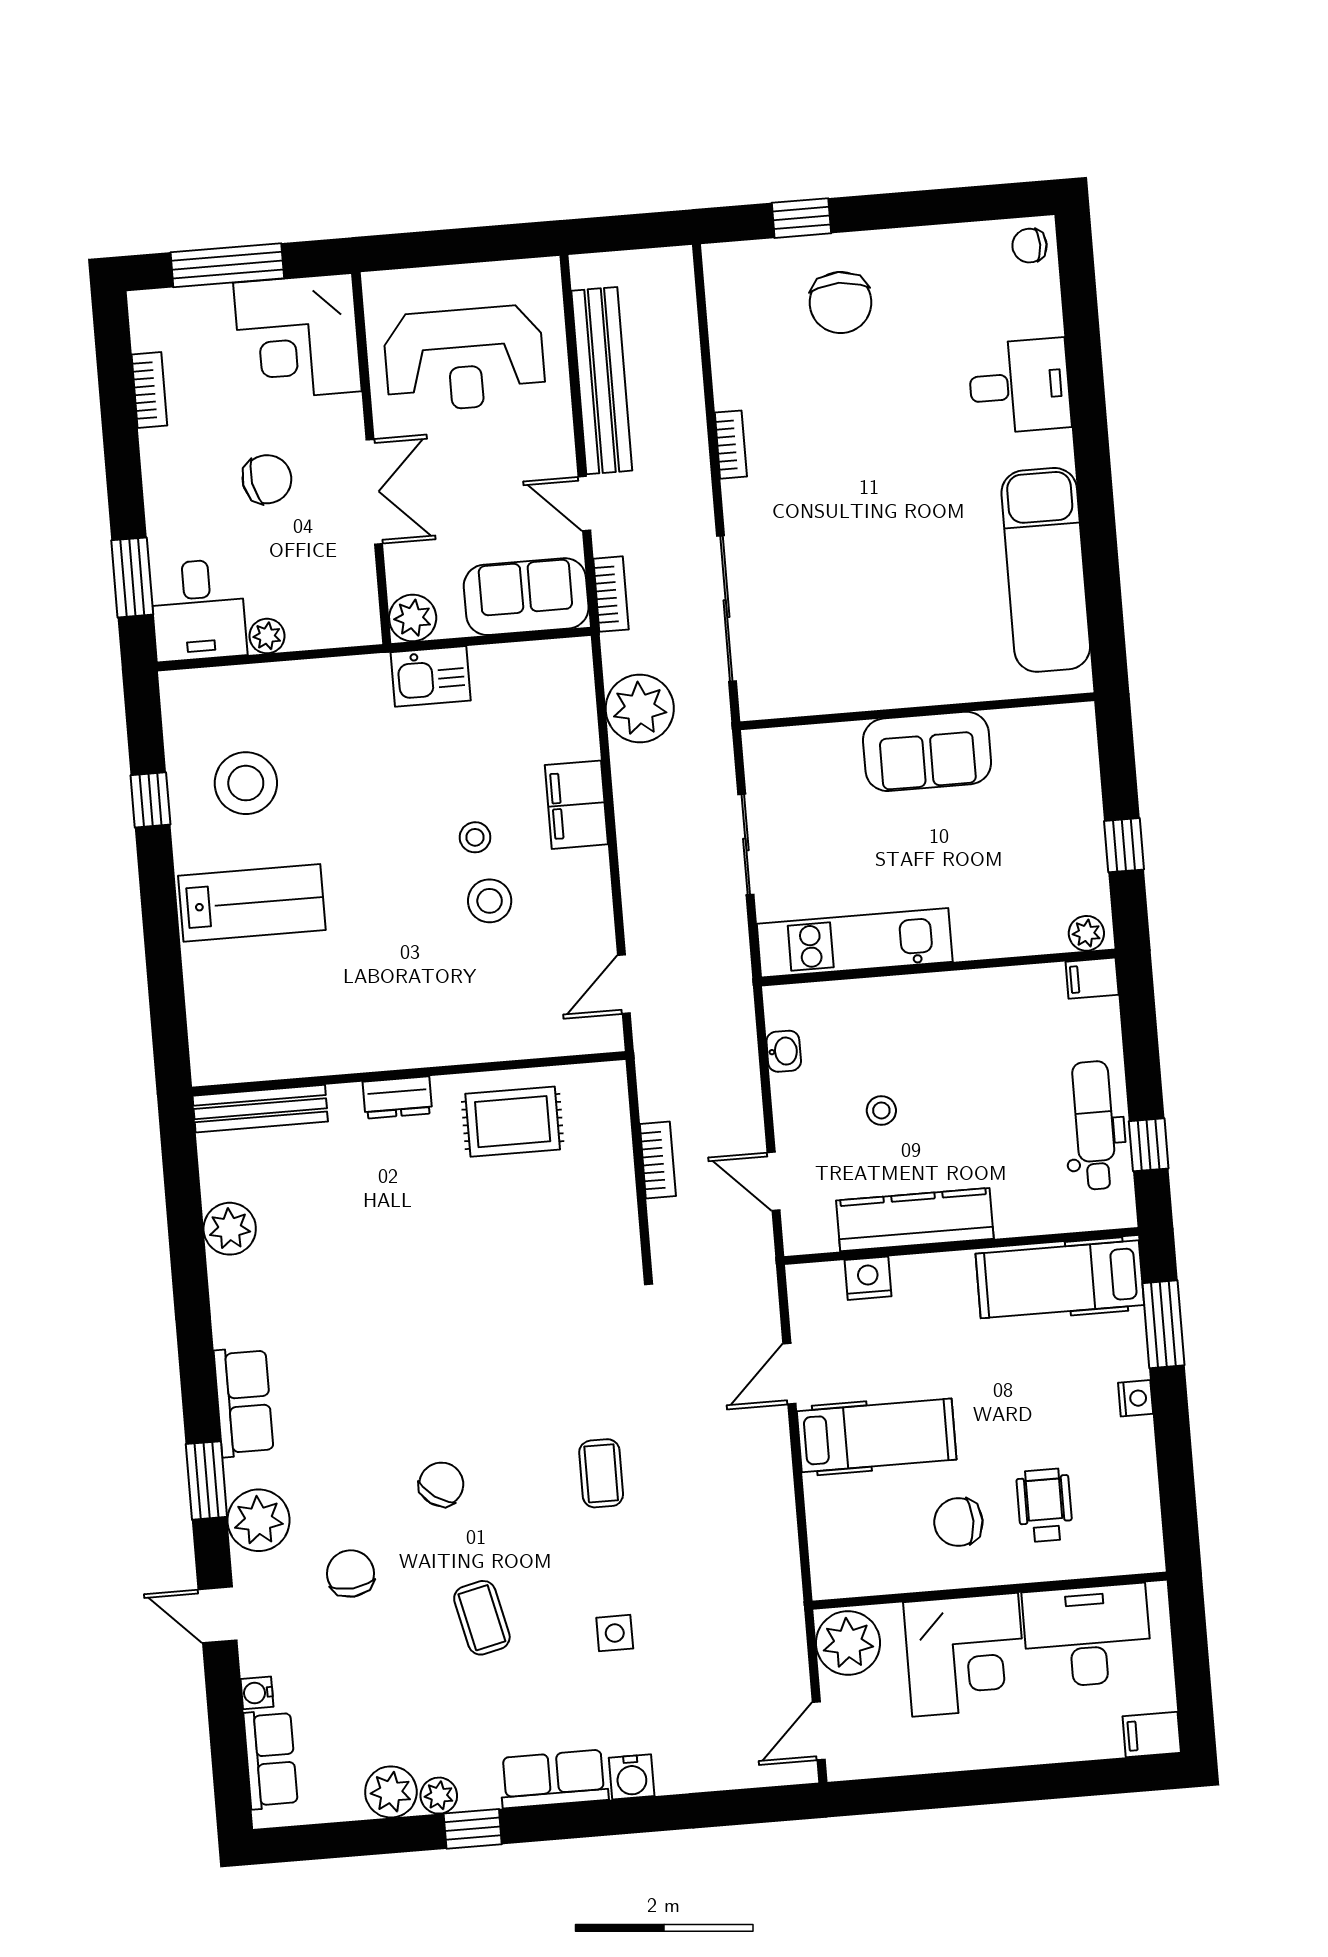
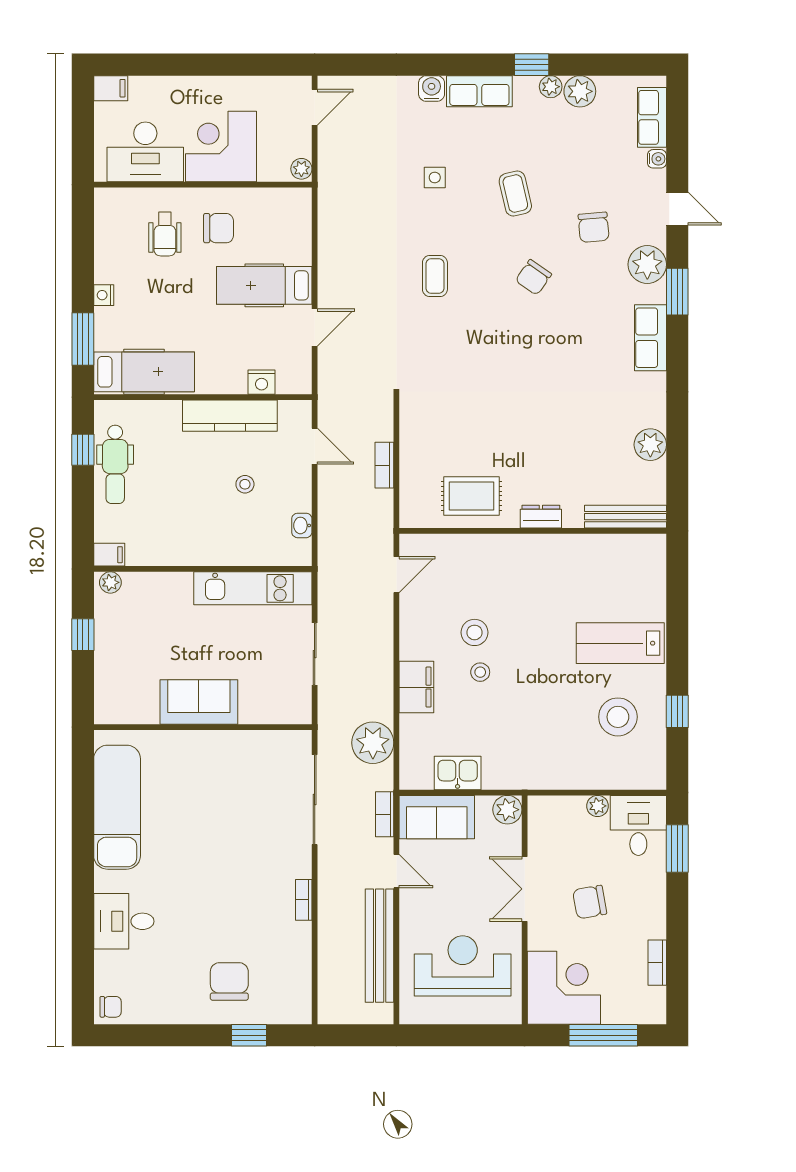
kitchen sink: (431, 676) -> (458, 773), moved
plant: (848, 1643) -> (301, 169), width x0.53, depth x0.53

